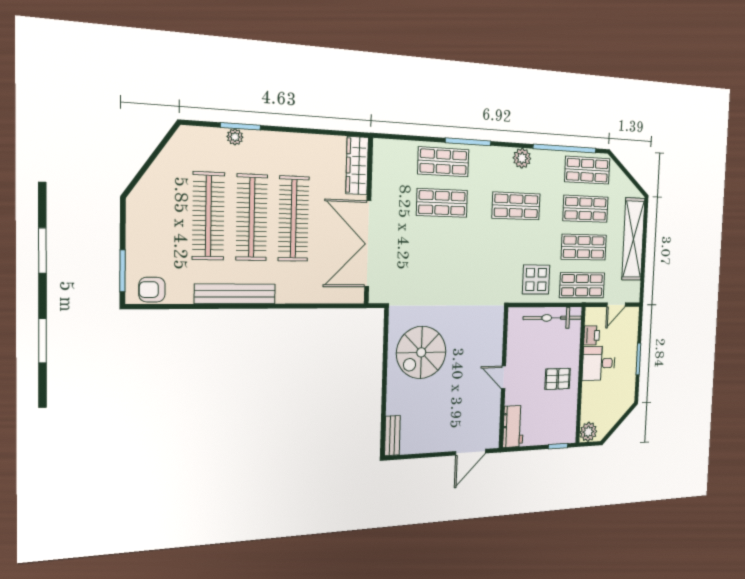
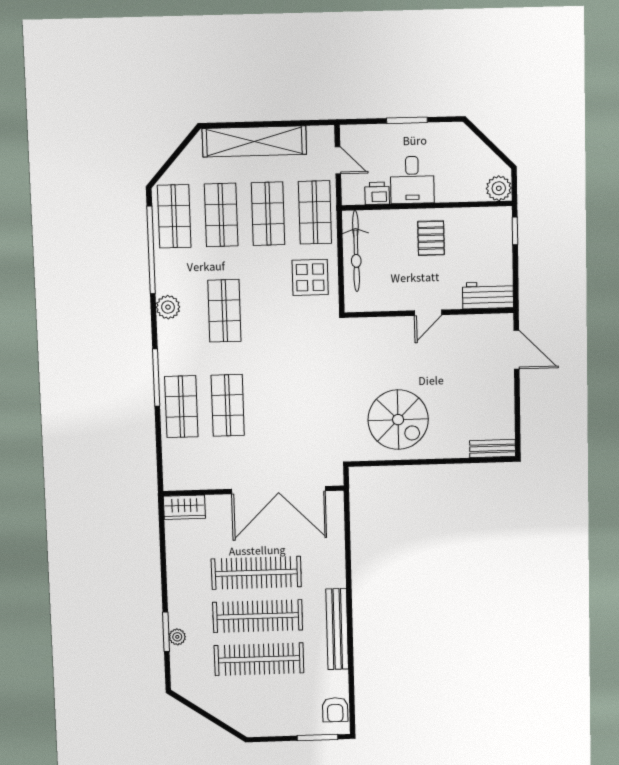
wardrobe: (357, 166) -> (184, 507), width x0.67

